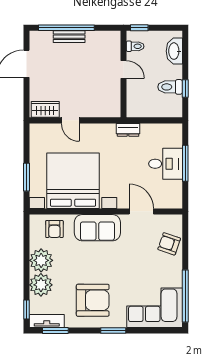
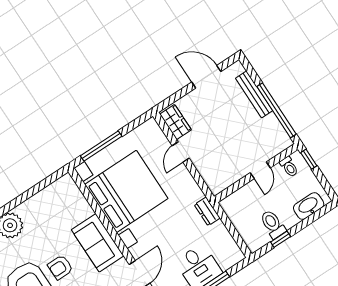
window: (66, 28) -> (277, 110), moved
bench: (69, 37) -> (254, 94), width x1.36
window: (27, 177) -> (101, 146), width x1.44
armchair: (54, 229) -> (60, 267), moved
plant: (41, 260) -> (33, 211), removed

